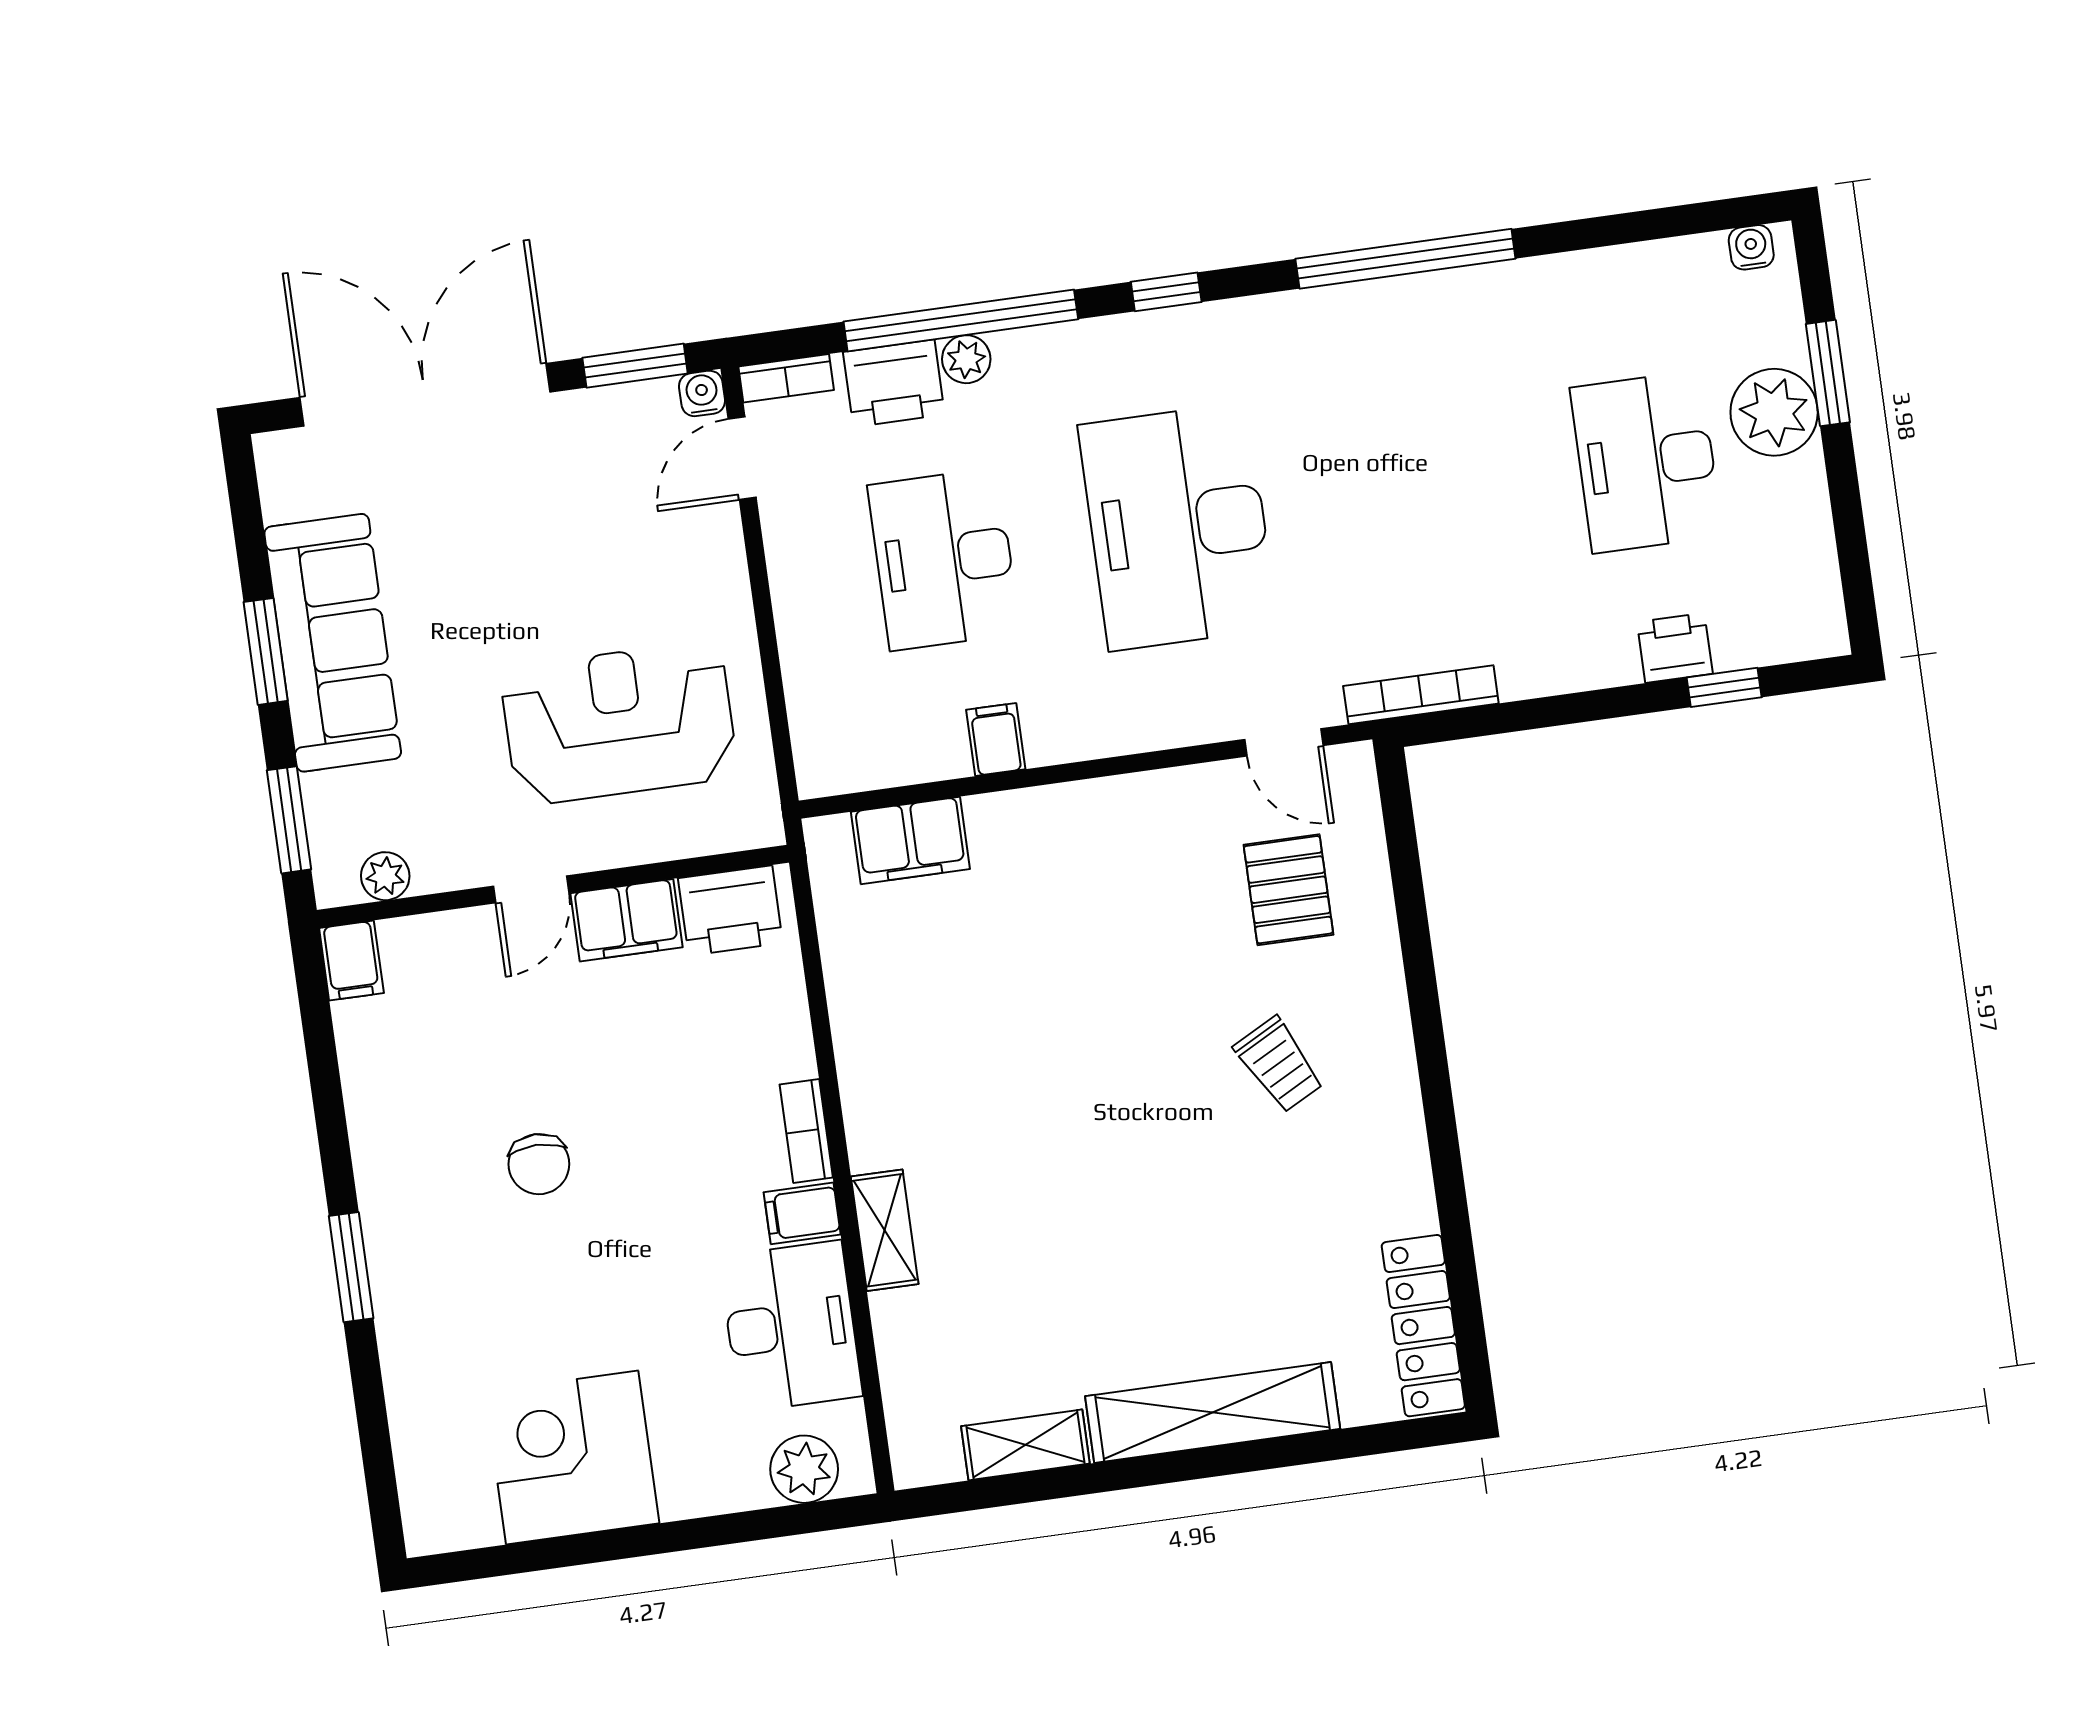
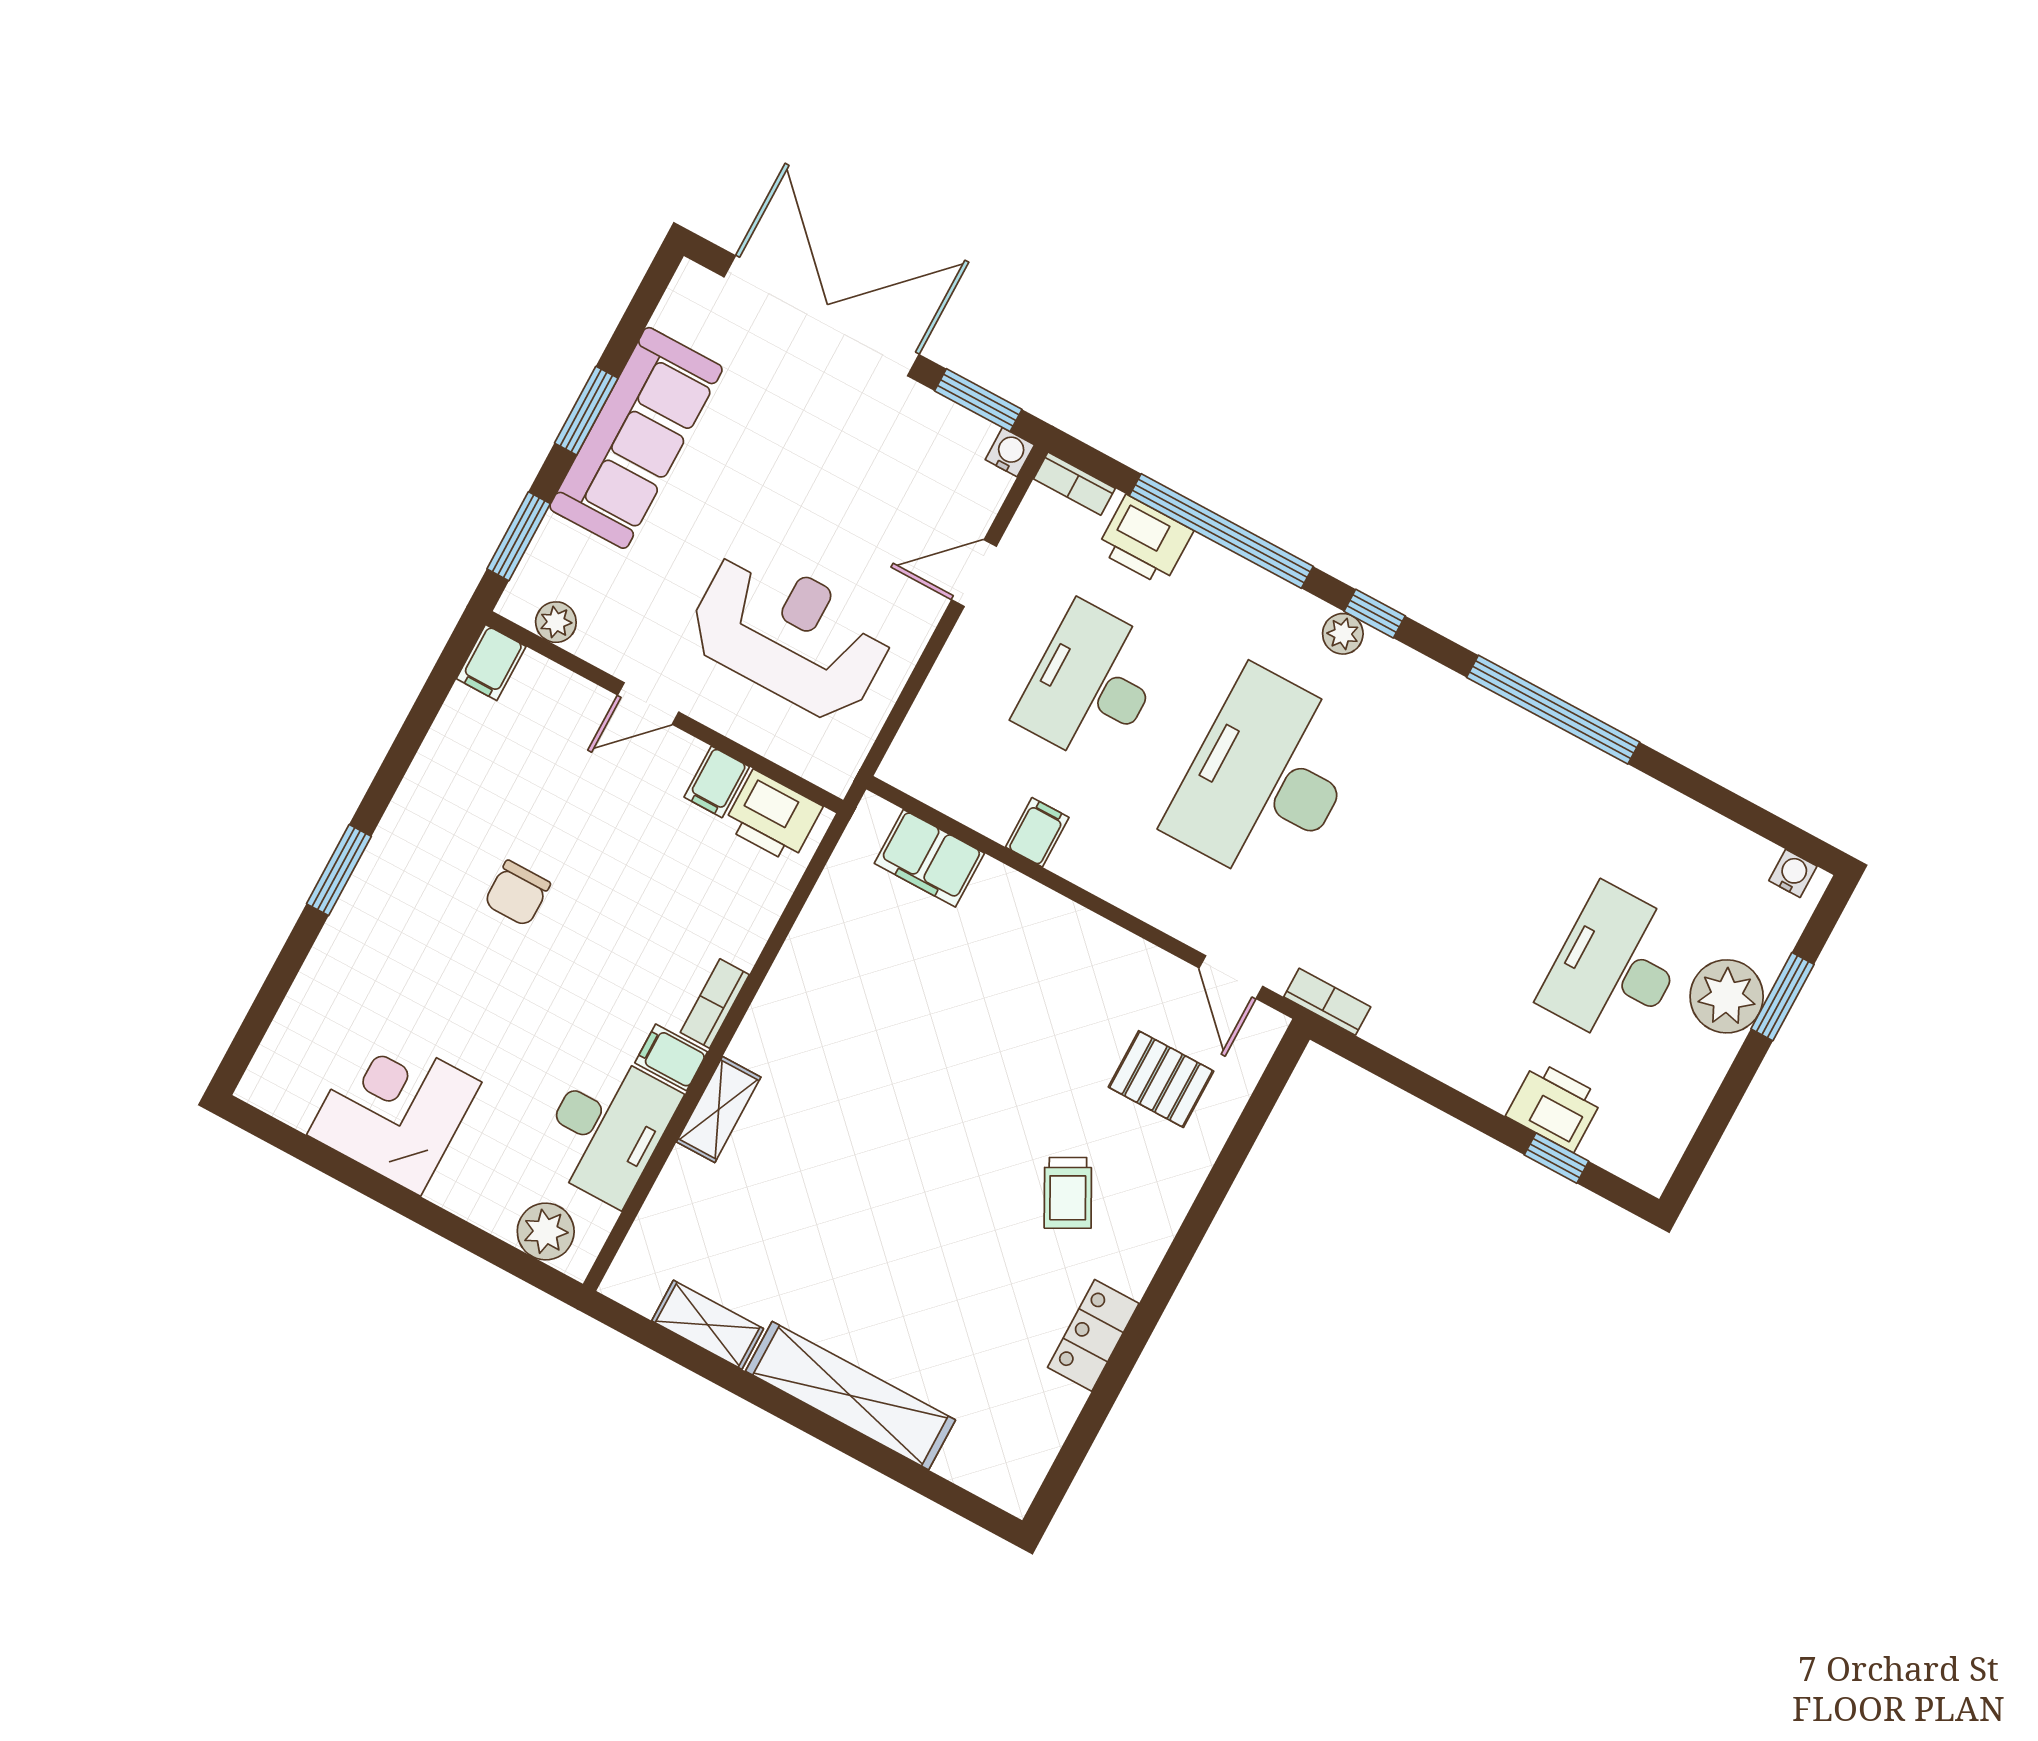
plant: (966, 359) -> (1343, 634), moved
door: (742, 458) -> (974, 573), moved
printer: (1675, 648) -> (1555, 1106), width x1.36, depth x1.24
bookcase: (1421, 695) -> (1327, 1002), width x0.64
pallet: (1288, 890) -> (1161, 1079), turned 90
filing cabinet: (626, 920) -> (717, 782), width x0.50
locker: (1423, 1326) -> (1093, 1335), moved, width x0.66

